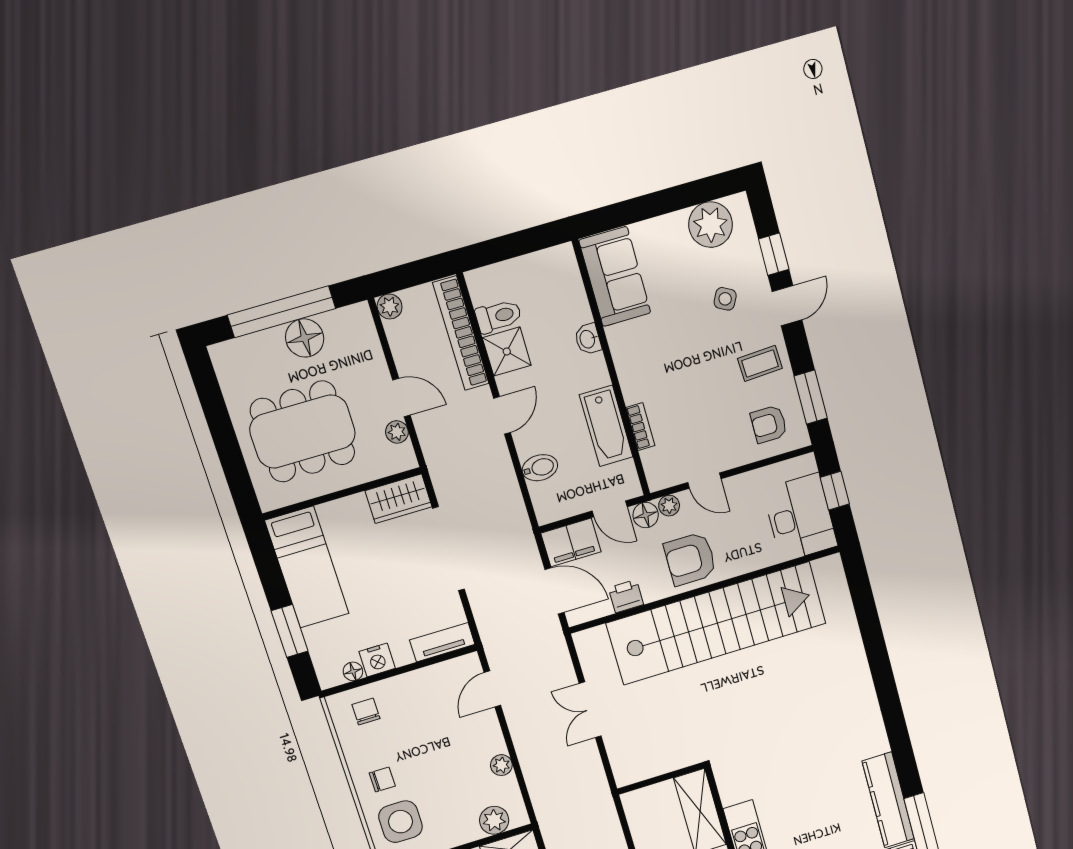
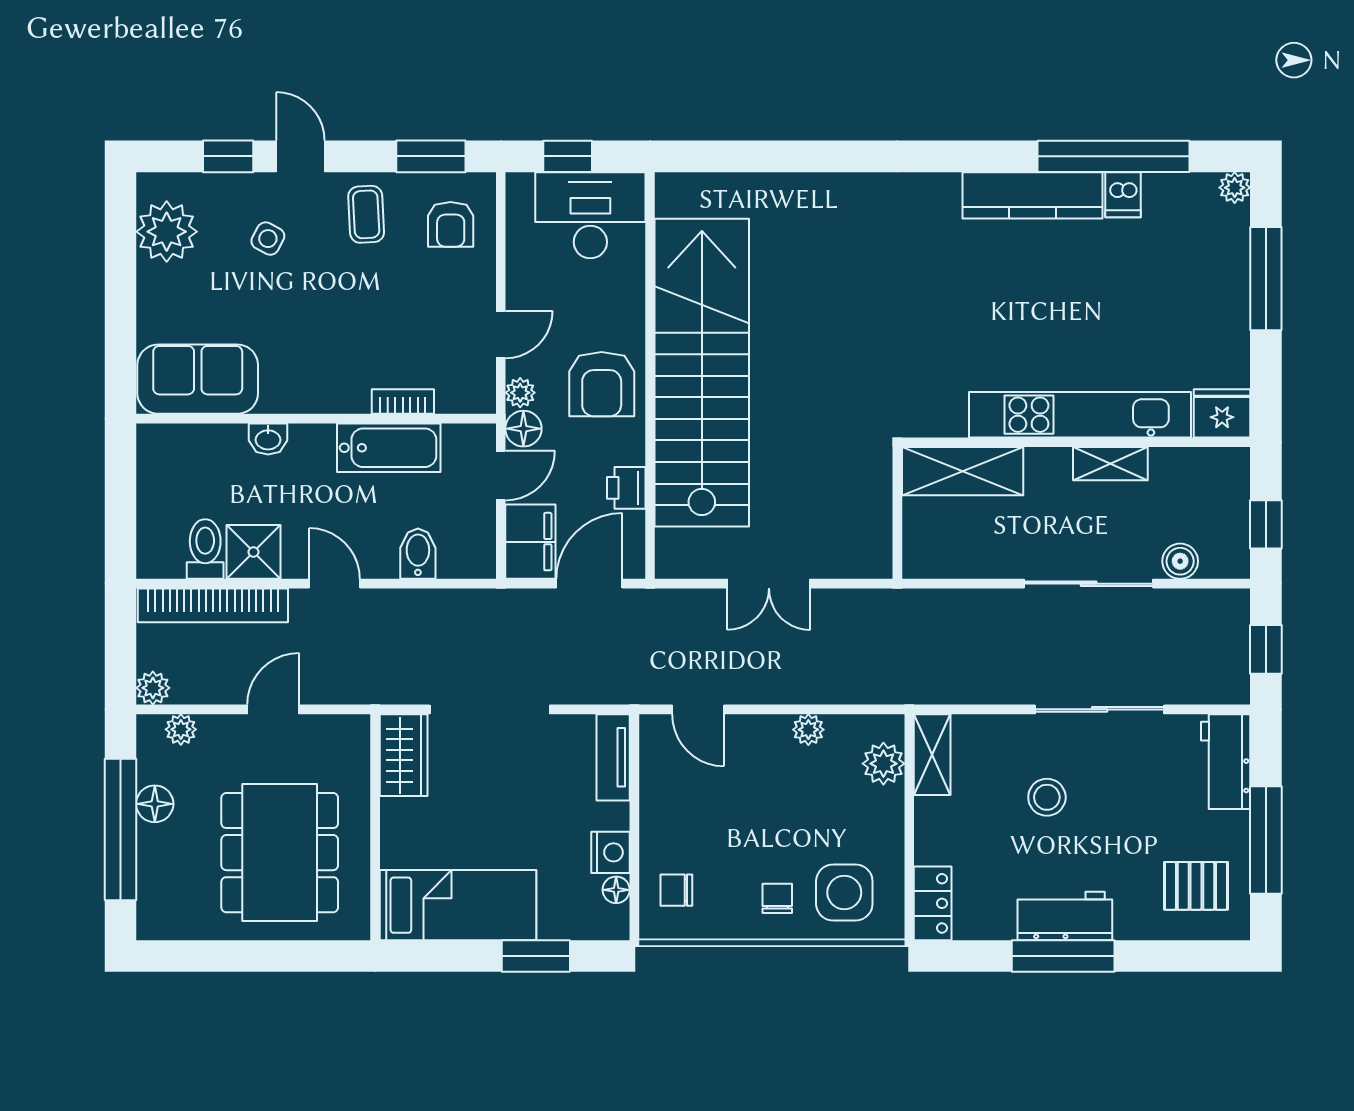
floor lamp: (305, 338) -> (155, 804), width x0.73, depth x0.73
plant: (397, 432) -> (181, 729), moved

